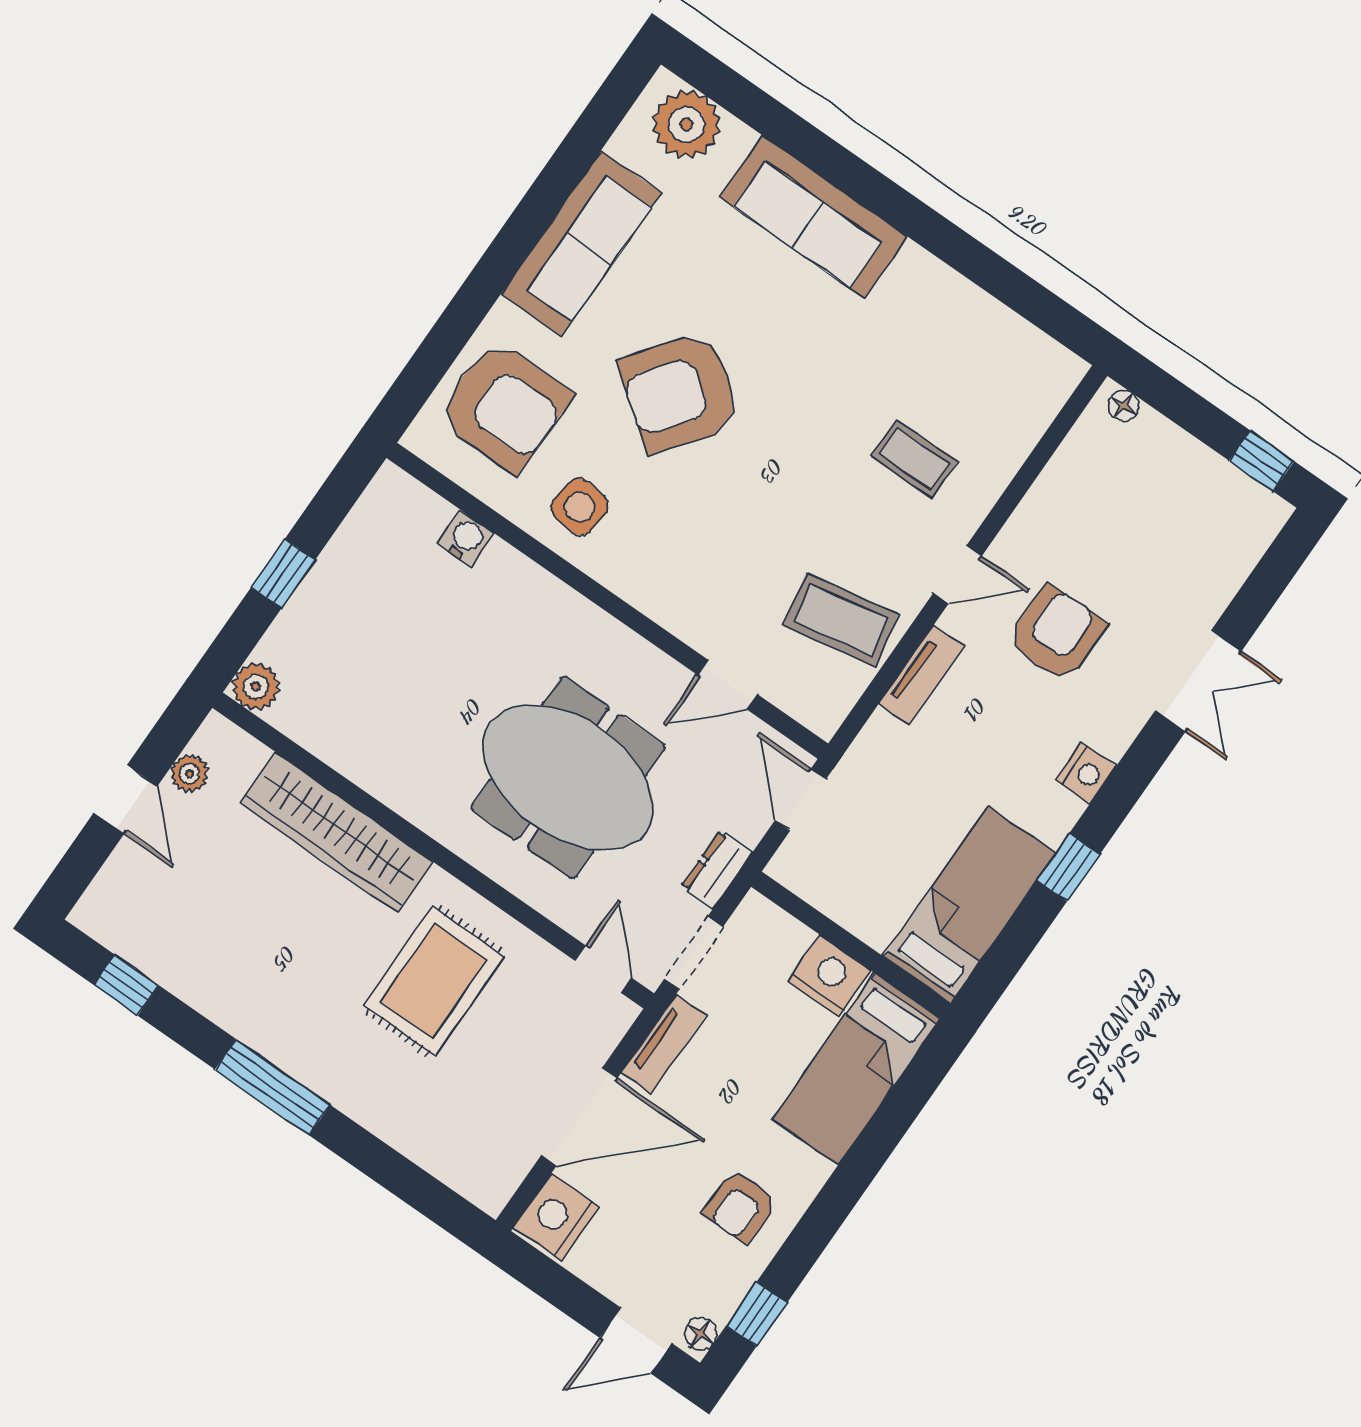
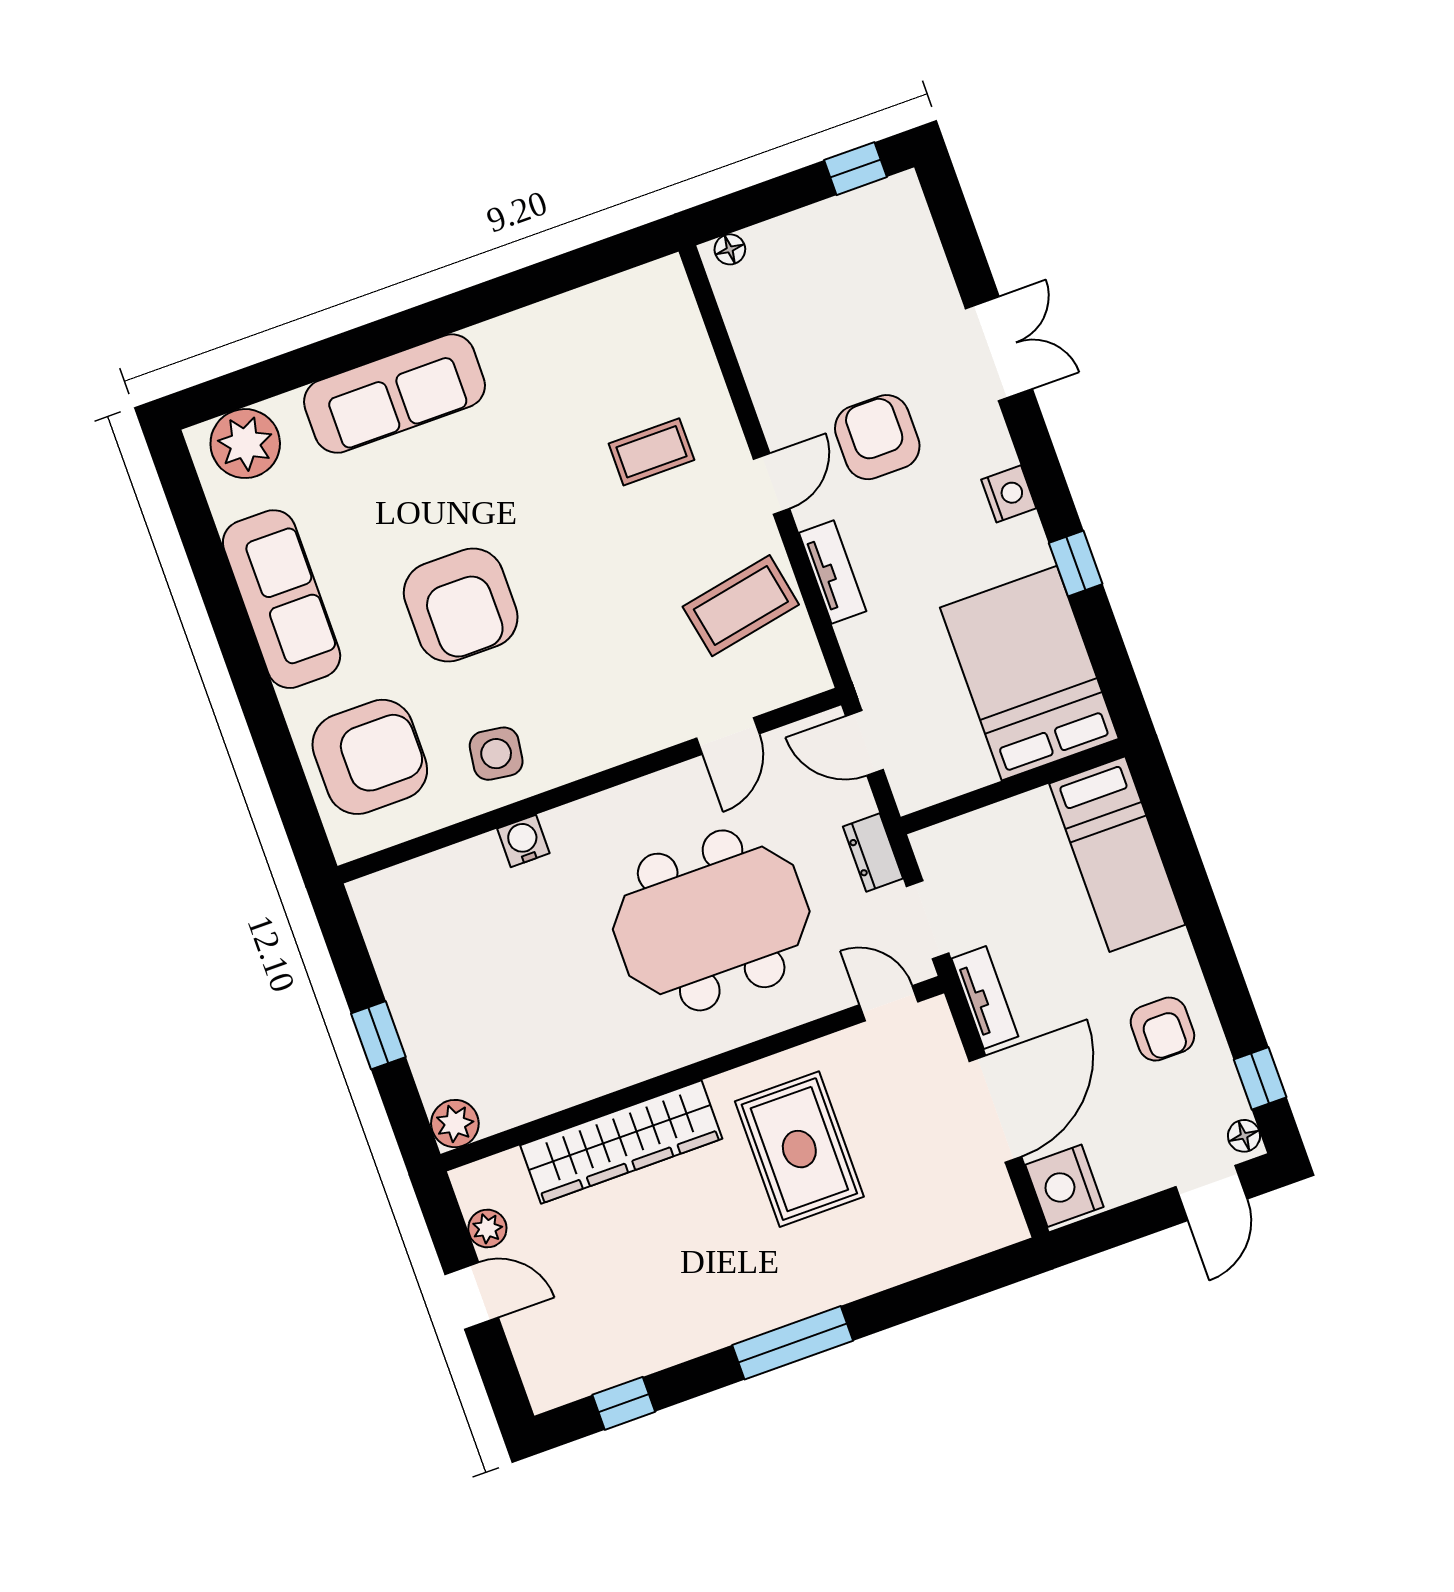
armchair: (680, 392) -> (461, 605), turned -37
water cooler: (466, 538) -> (523, 841), moved
bed: (969, 905) -> (1029, 673), width x1.50
nightstand: (829, 976) -> (1025, 822), removed

